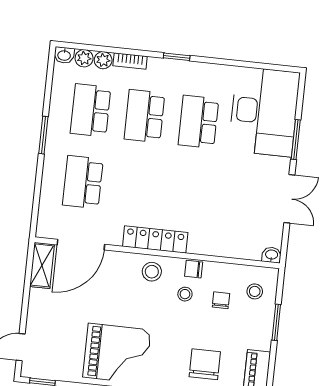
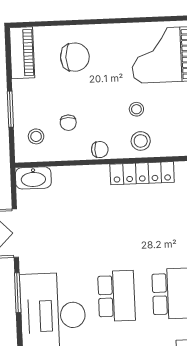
washbasin: (272, 255) -> (33, 178), width x1.91, depth x1.45
stool: (185, 294) -> (136, 109), moved
chair: (205, 364) -> (75, 57), turned -90

